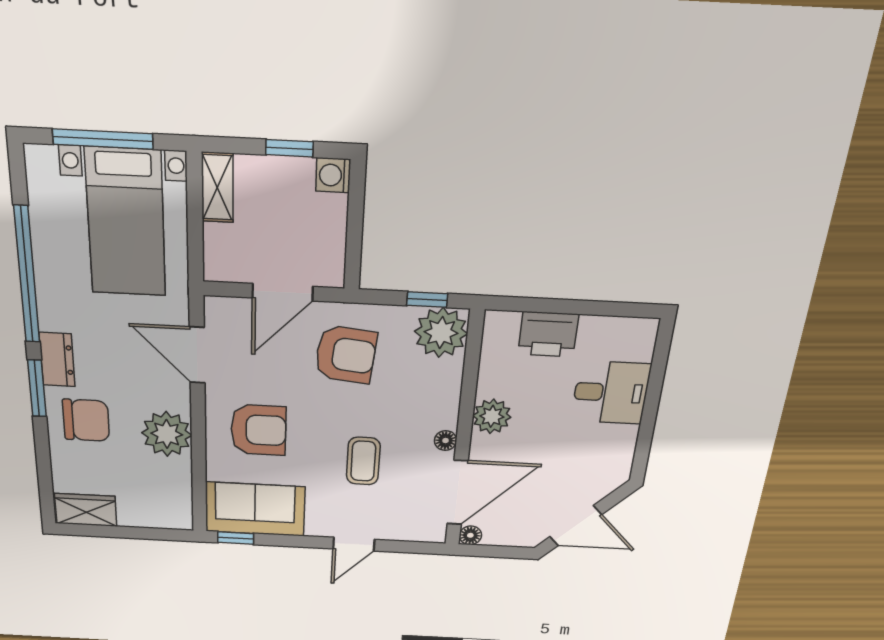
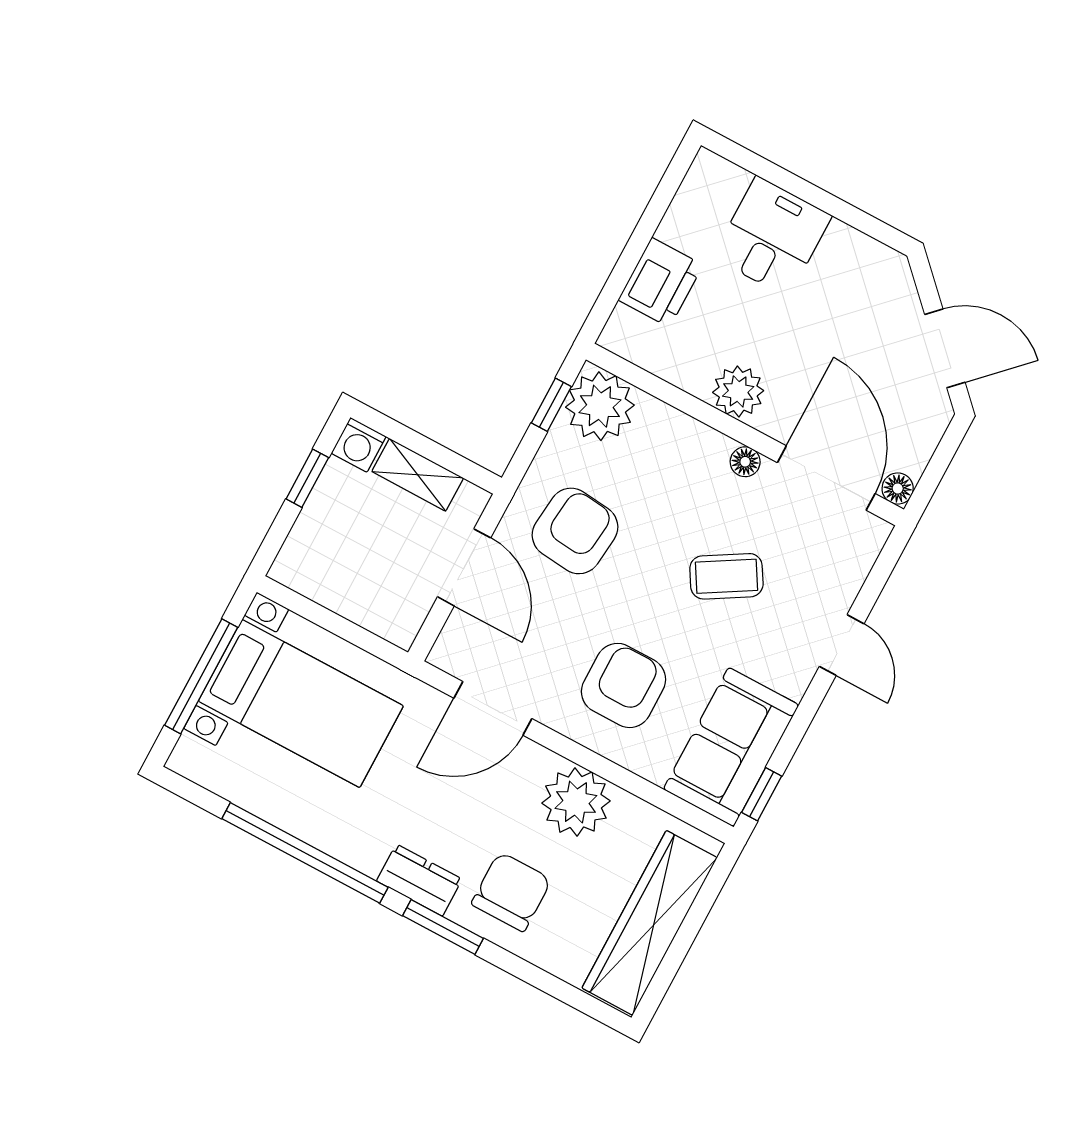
shelving: (217, 187) -> (418, 475), moved
coffee table: (363, 461) -> (726, 576), turned -31
wardrobe: (86, 510) -> (650, 923), width x2.10, depth x1.17
door: (576, 526) -> (945, 348), hinge flipped

